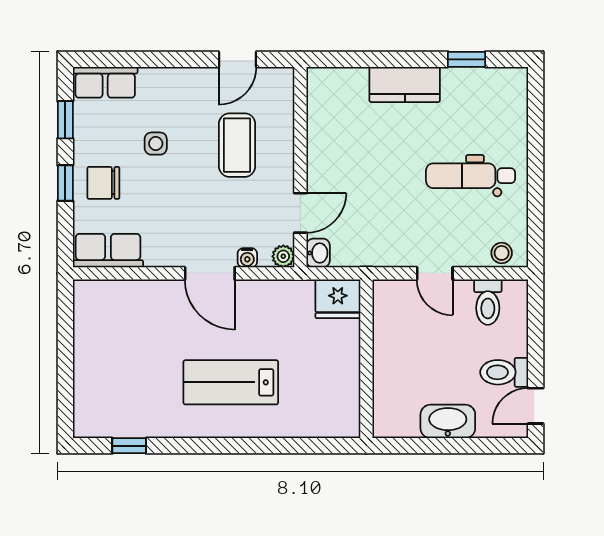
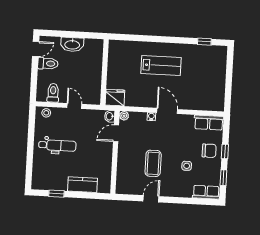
wall: (300, 167) -> (115, 152), moved
door: (300, 213) -> (116, 133), moved
washbasin: (318, 253) -> (110, 116), moved
plant: (283, 256) -> (124, 116), moved

